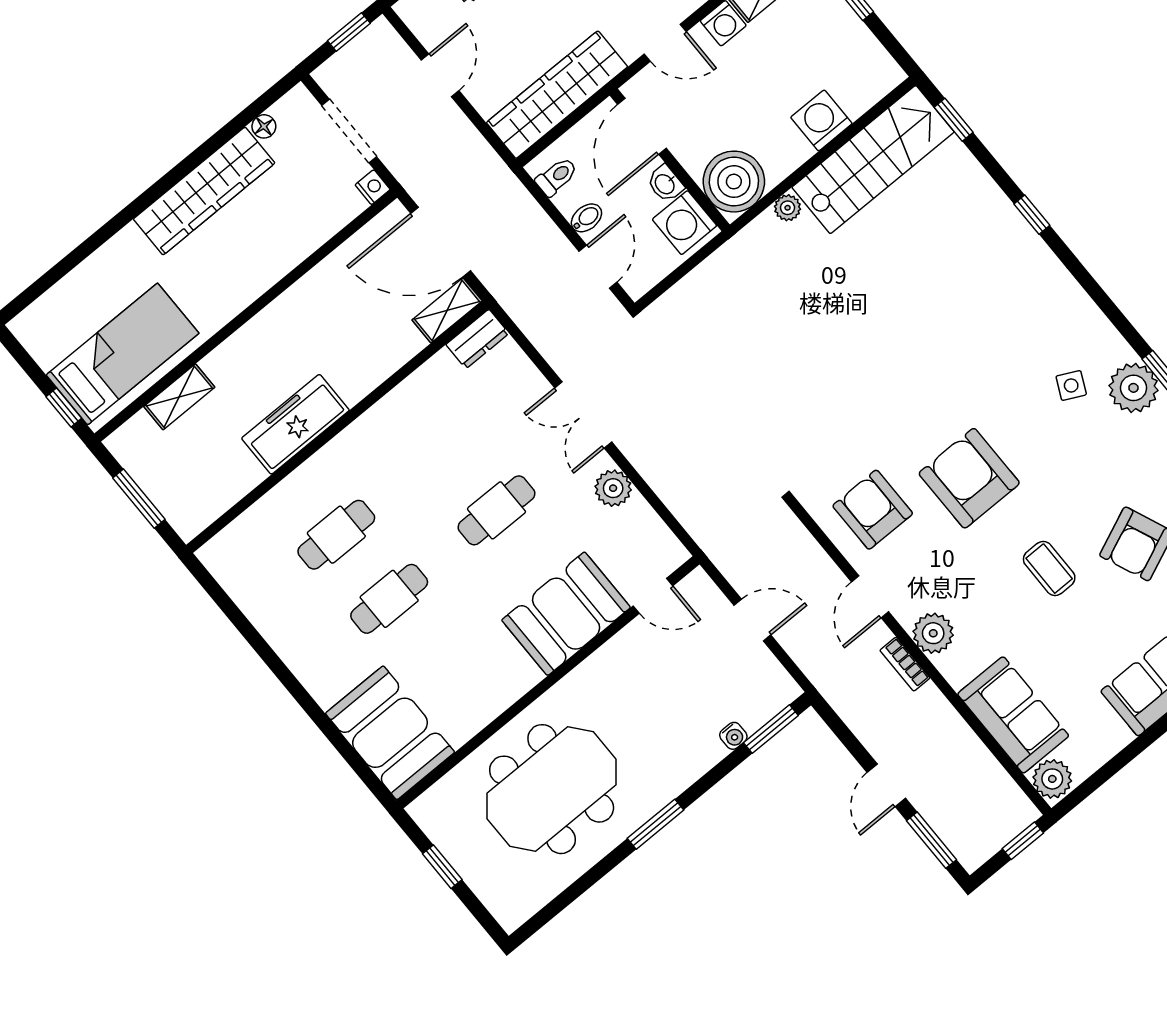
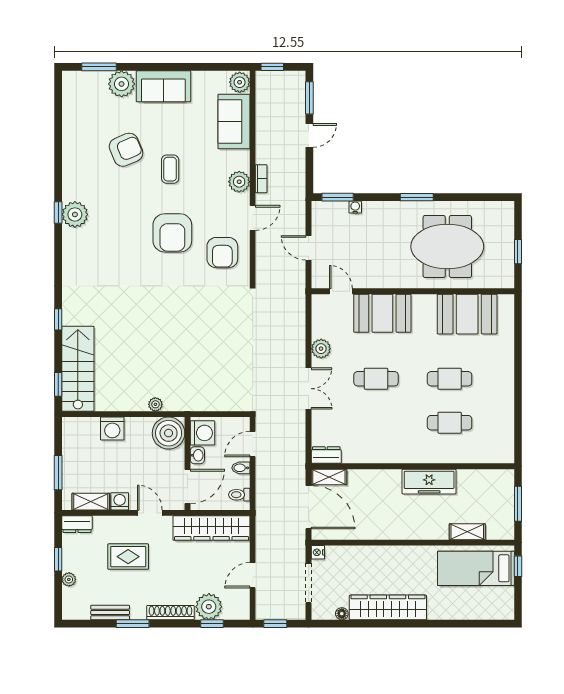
stairs: (873, 160) -> (78, 369), moved, turned 90
side table: (1071, 385) -> (100, 236), removed
booth: (390, 733) -> (467, 314), moved, turned 90

